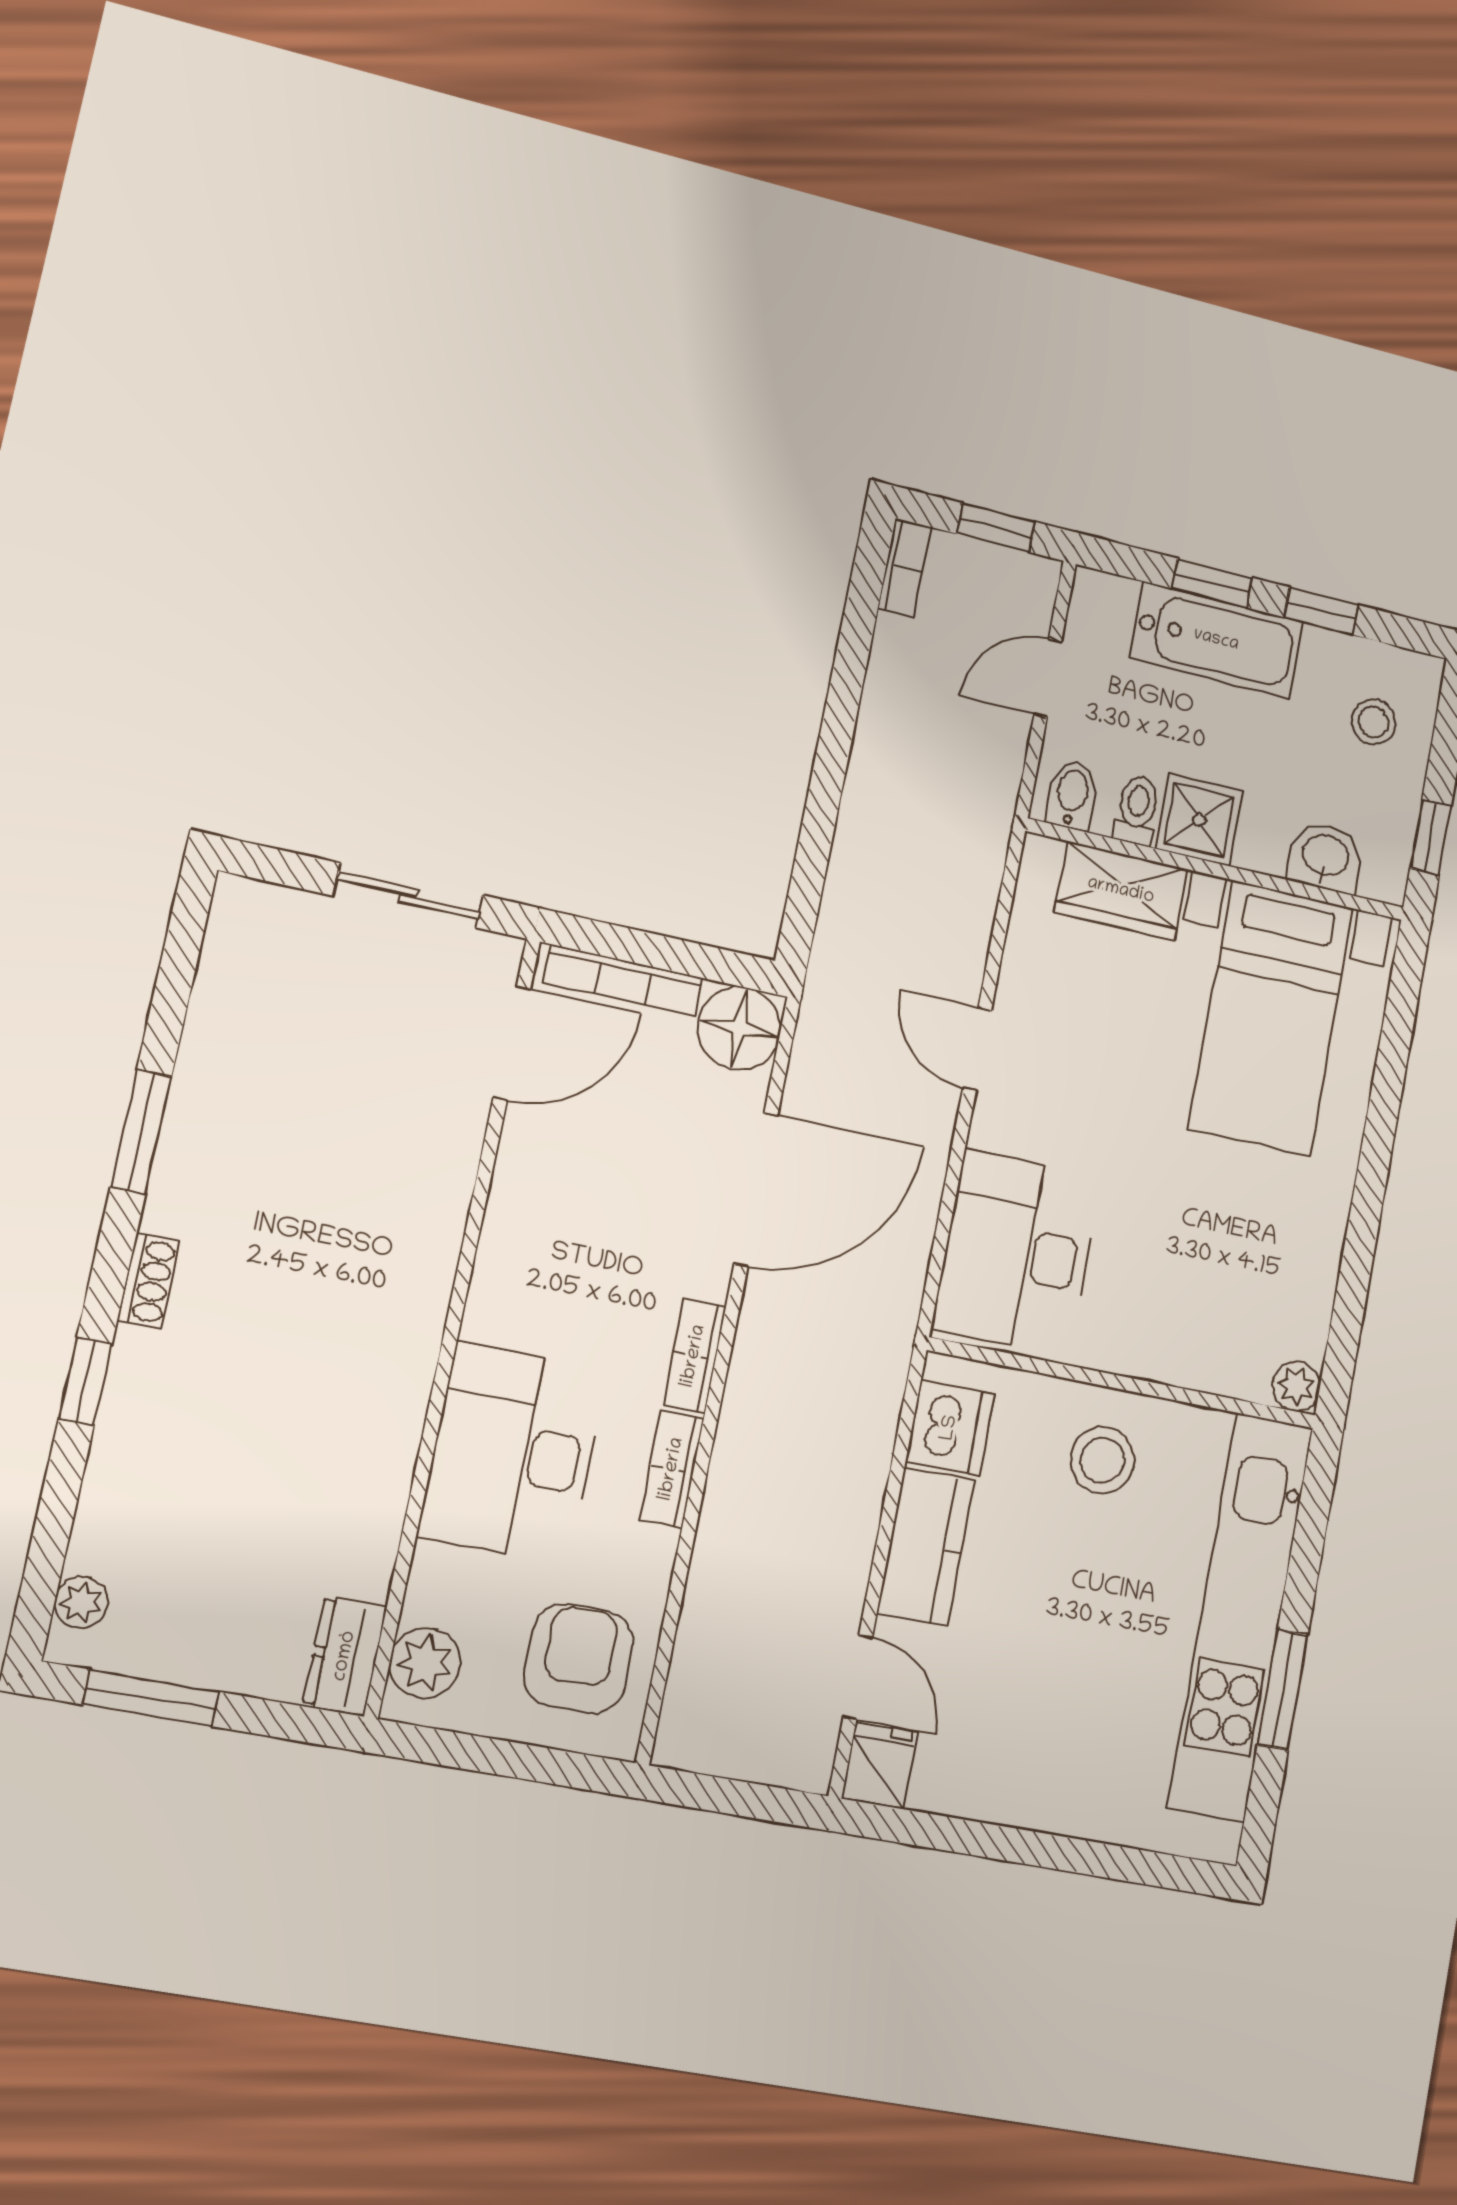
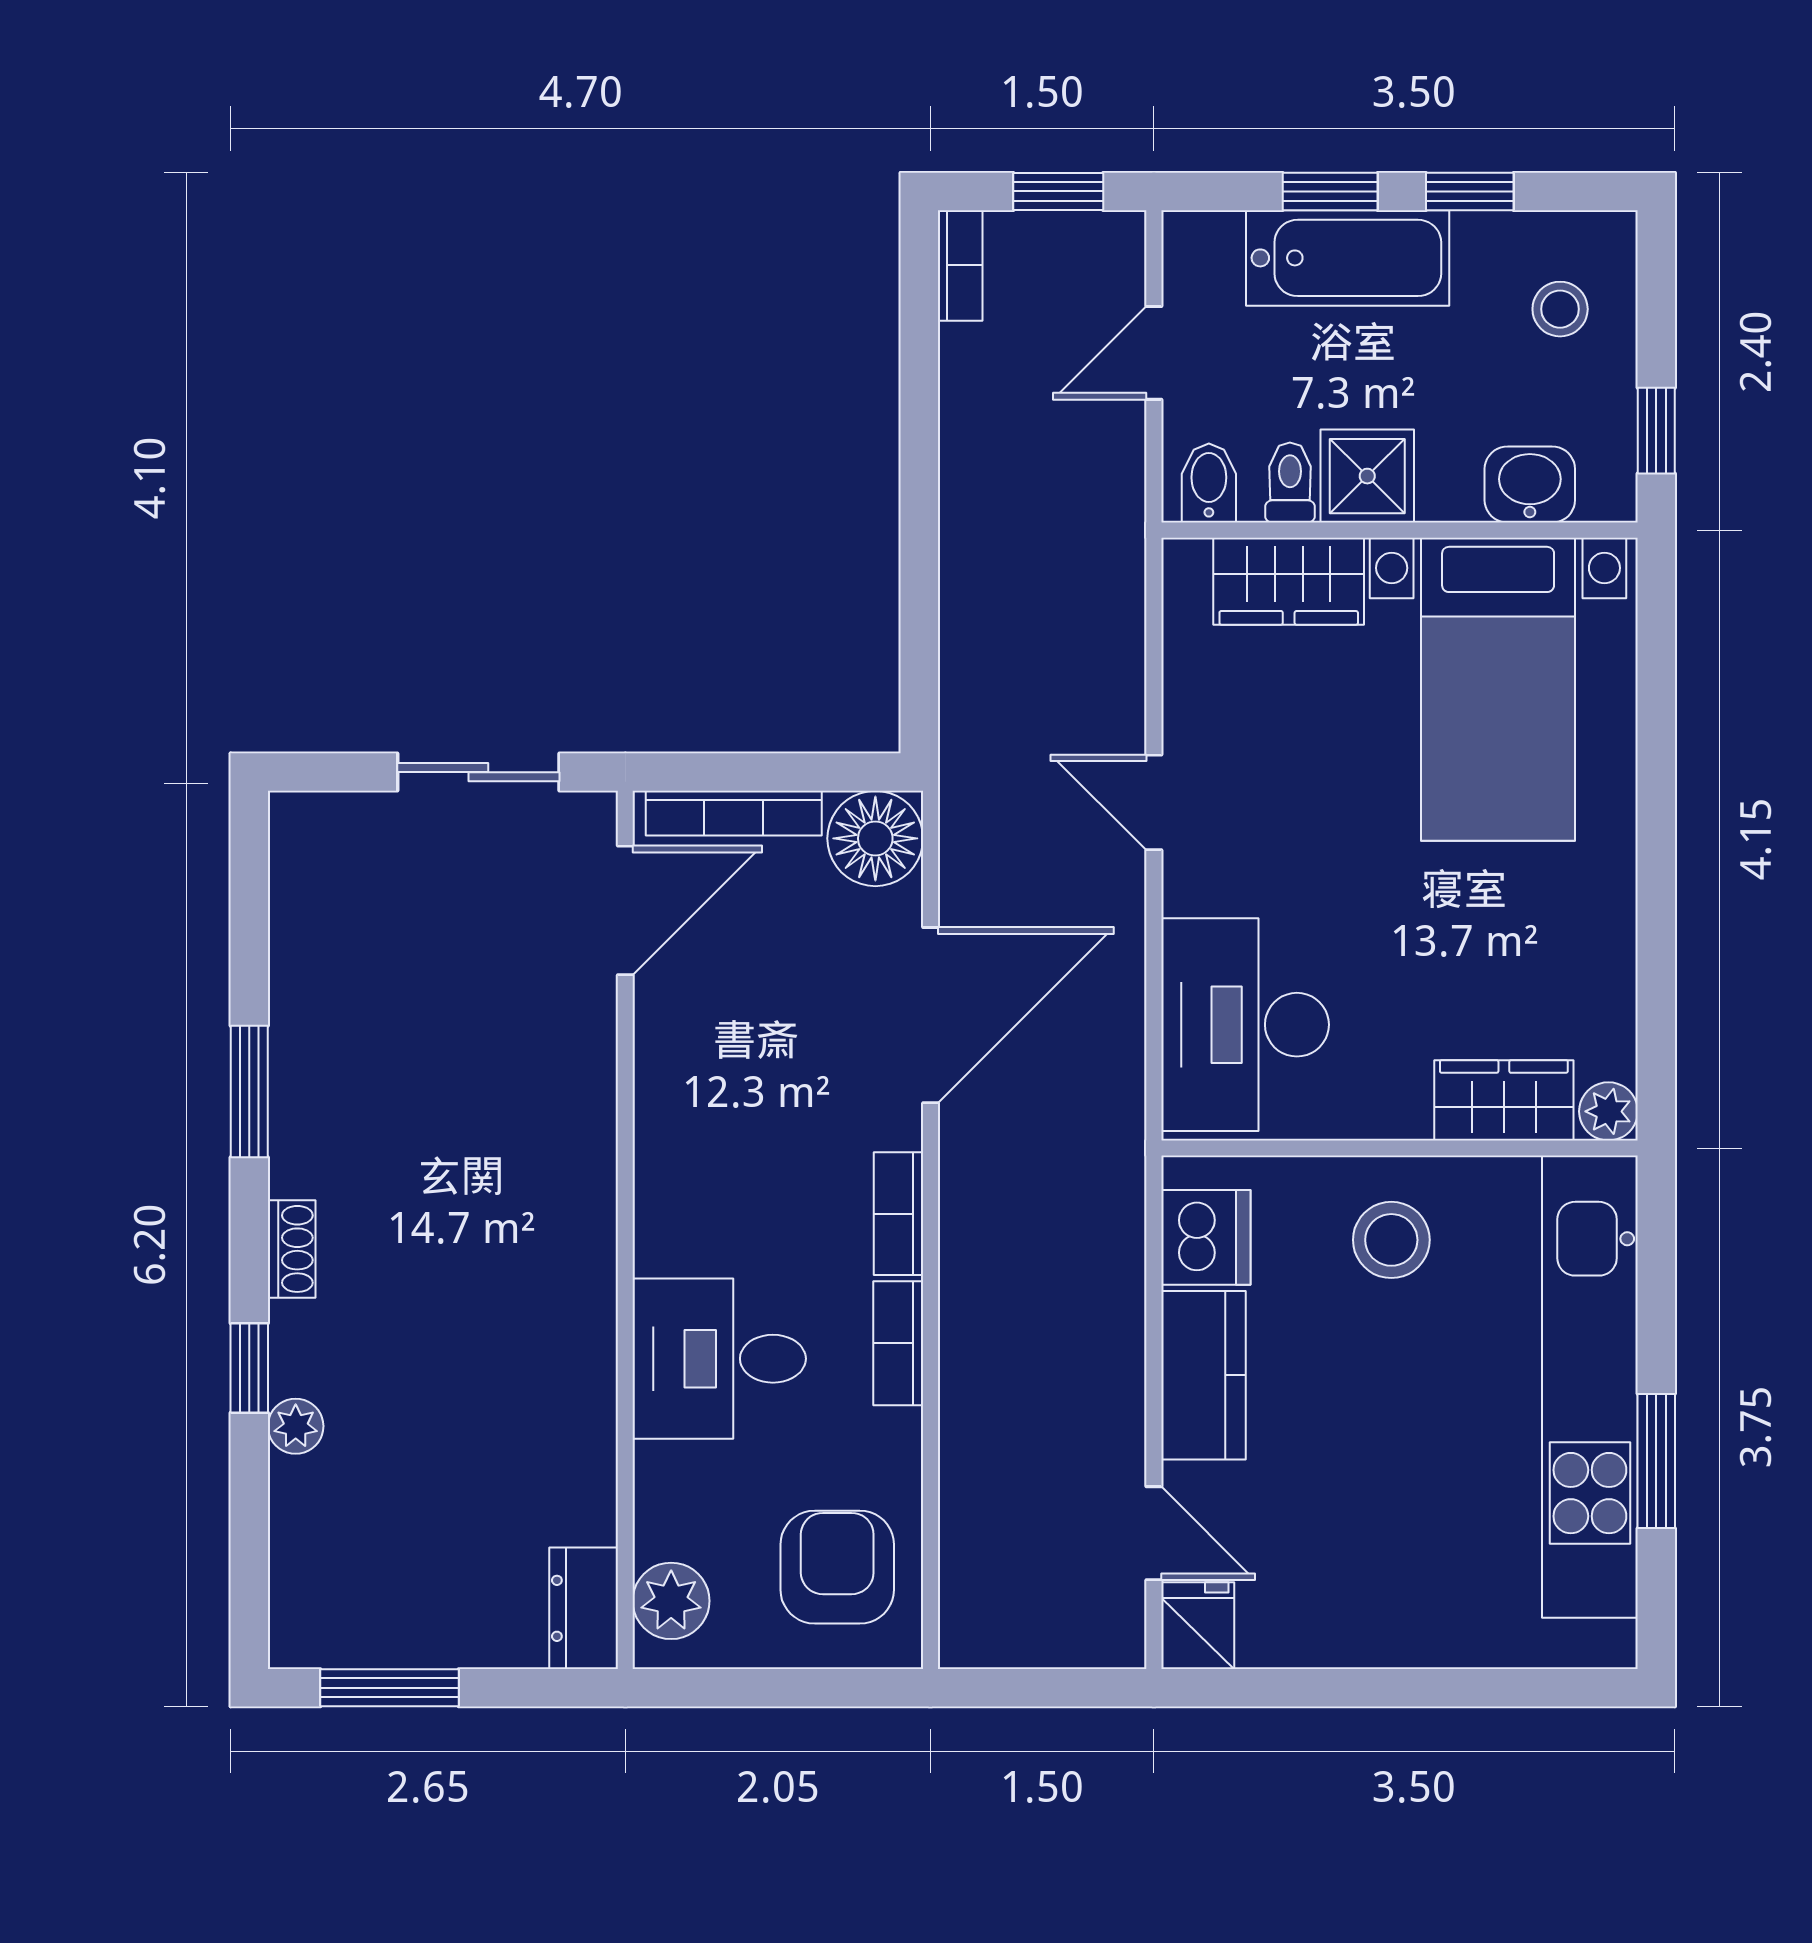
wardrobe: (1215, 1360) -> (1504, 1100), added
desk: (513, 1453) -> (719, 1359), width x0.73
plant: (81, 1602) -> (296, 1426), moved

